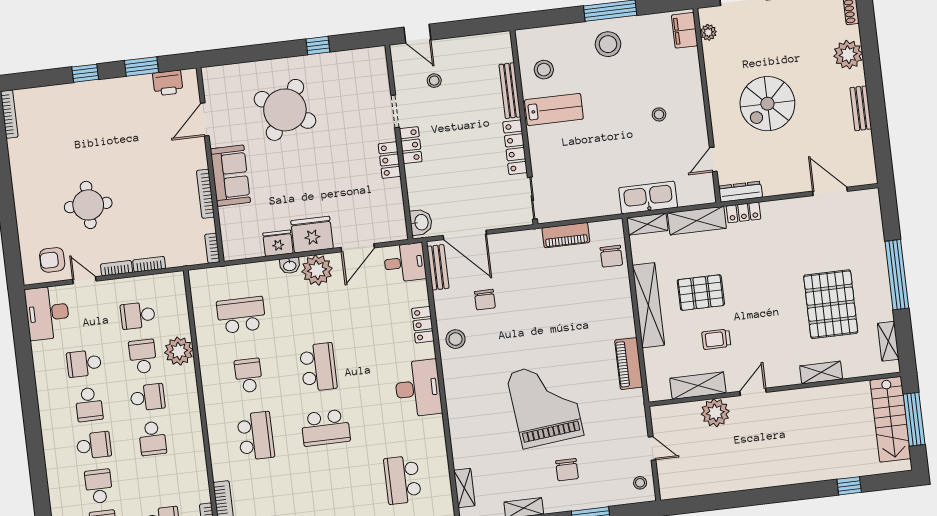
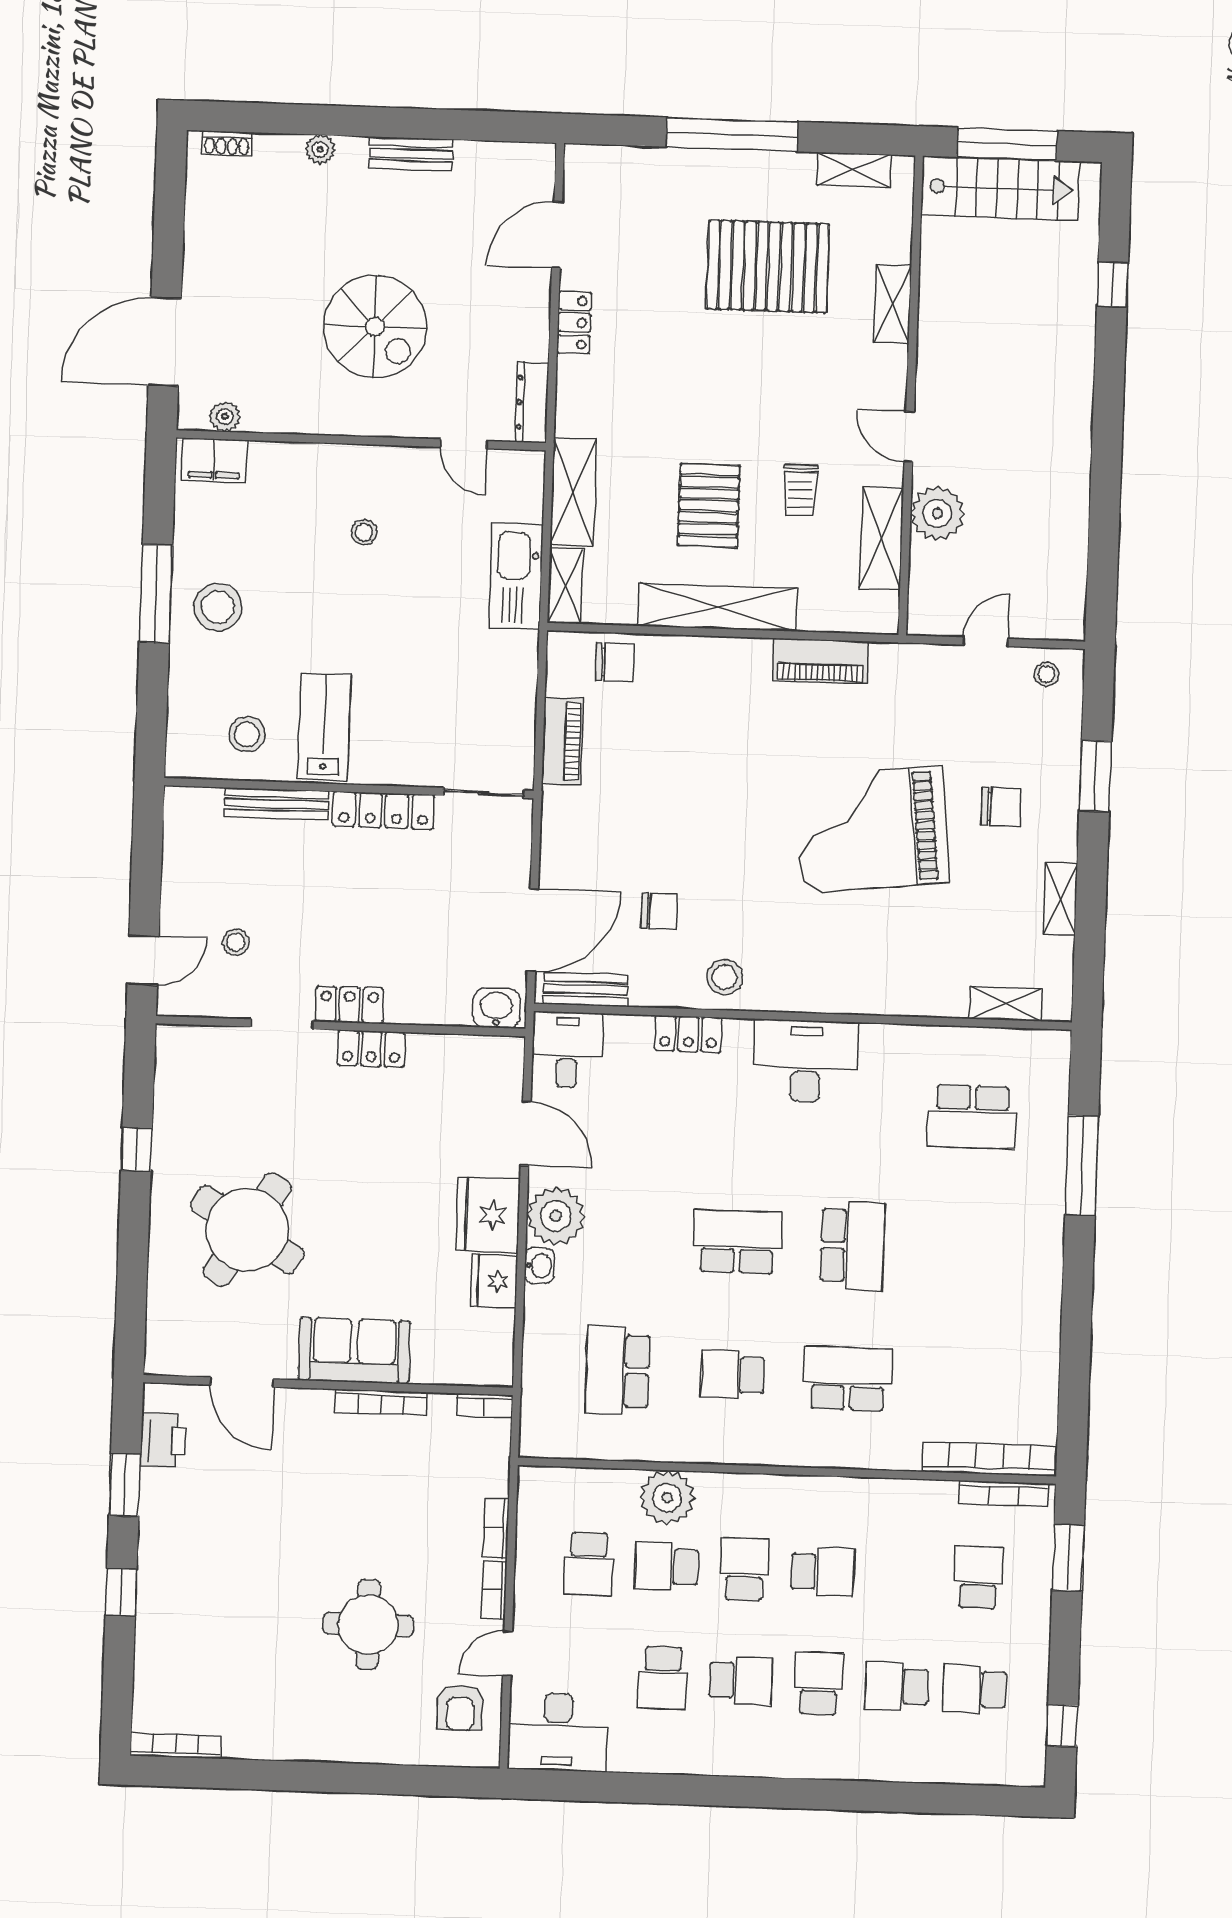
plant: (848, 55) -> (320, 149), width x0.53, depth x0.53
locker: (743, 212) -> (574, 323), moved

